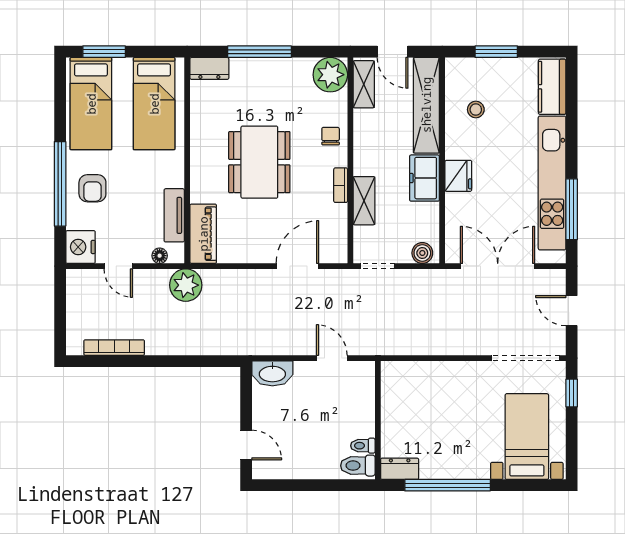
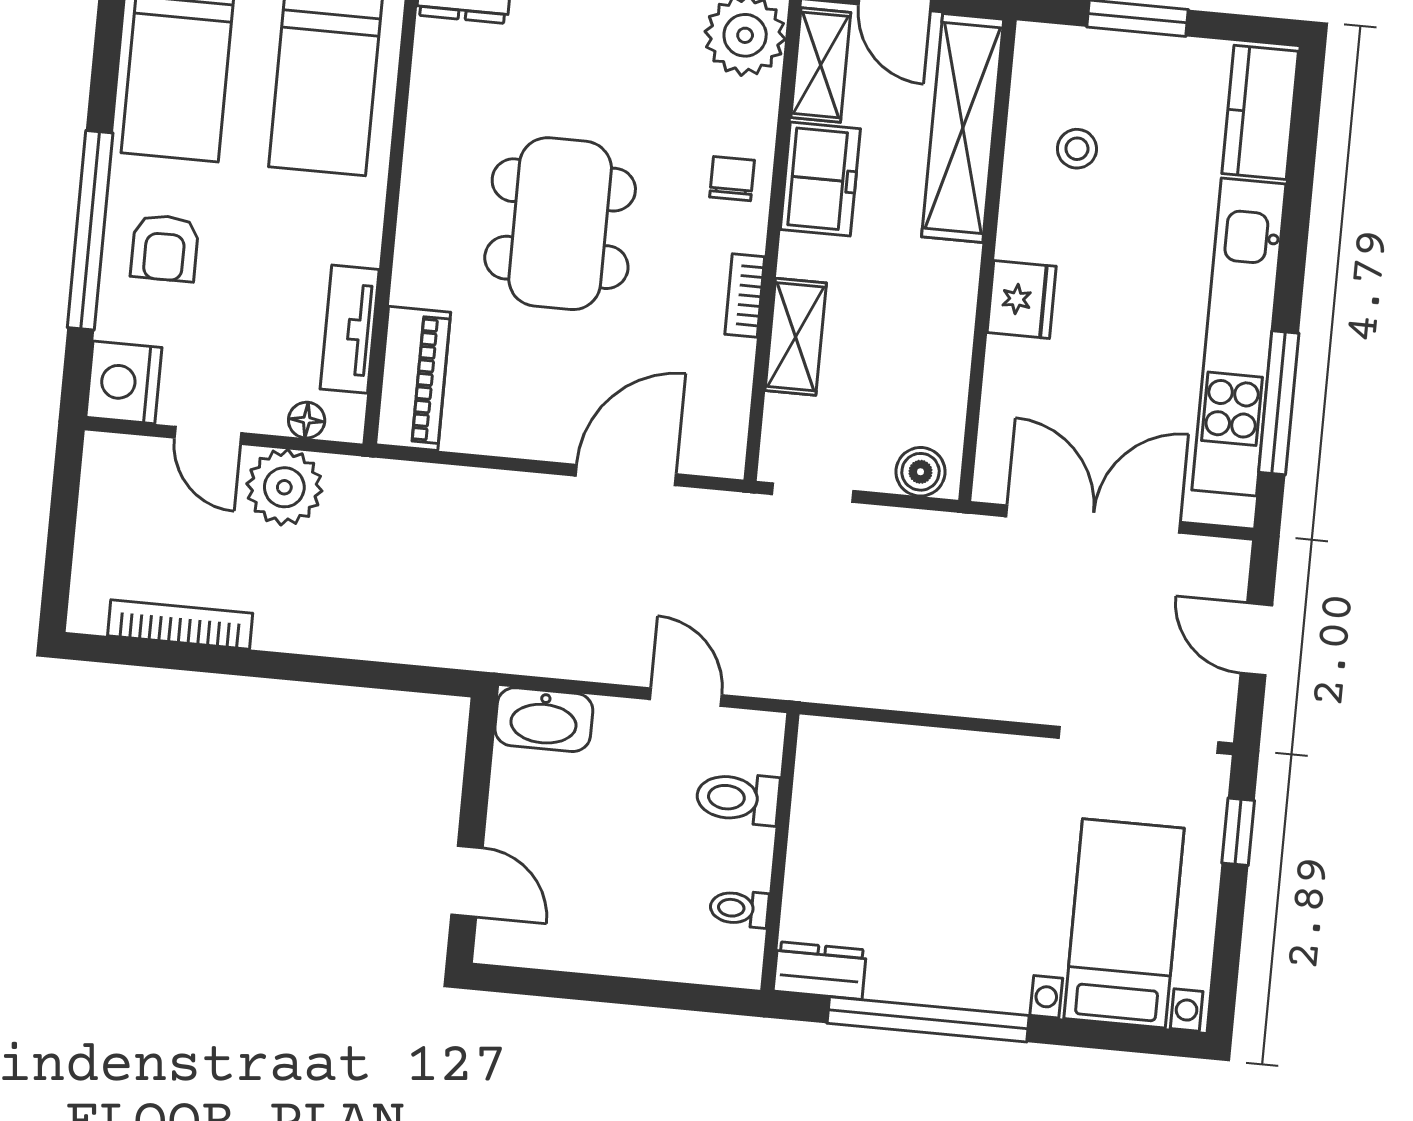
freezer: (424, 178) -> (820, 179), moved, turned 180
plant: (186, 285) -> (284, 487), moved
toilet: (358, 466) -> (738, 798), moved

